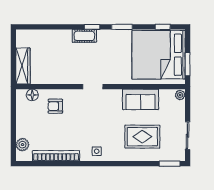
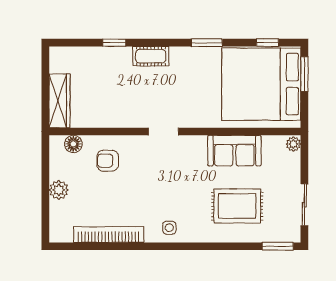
window: (92, 27) -> (114, 43), moved
window: (188, 64) -> (304, 74), moved
plant: (22, 145) -> (59, 190), moved

